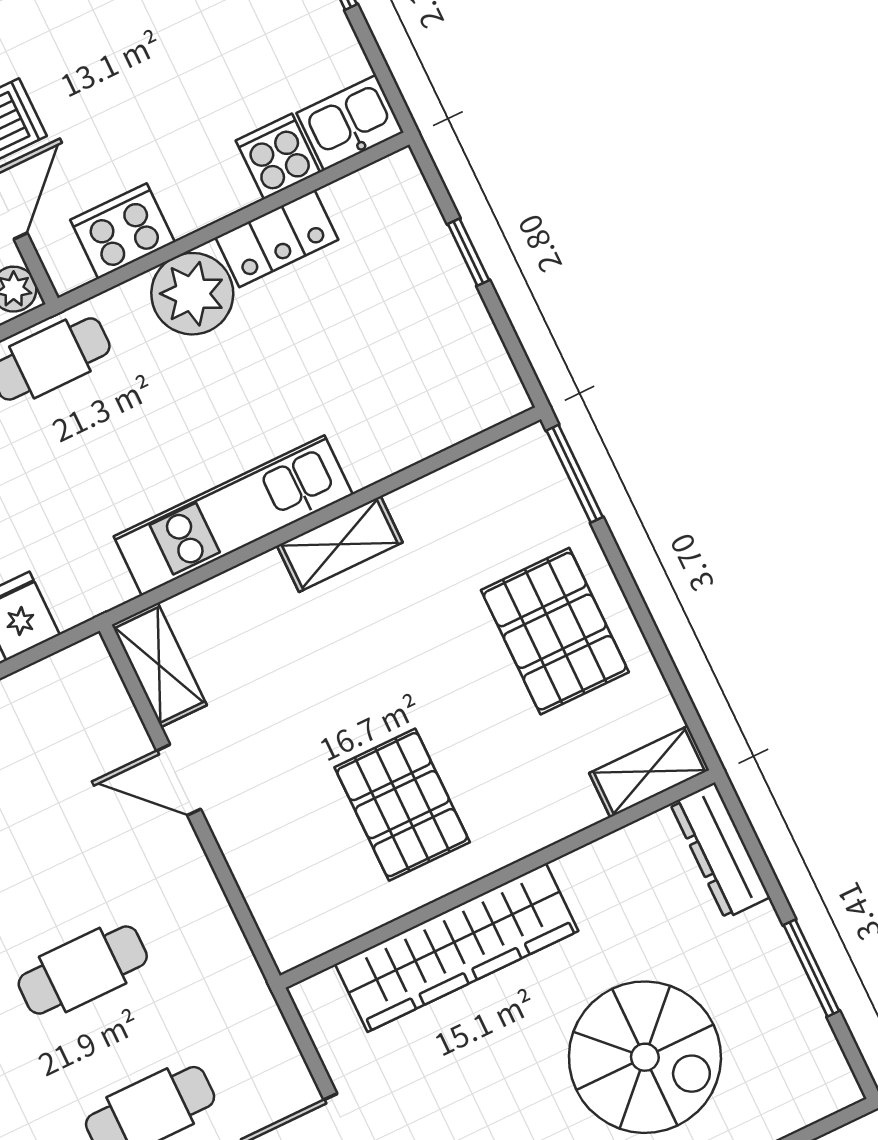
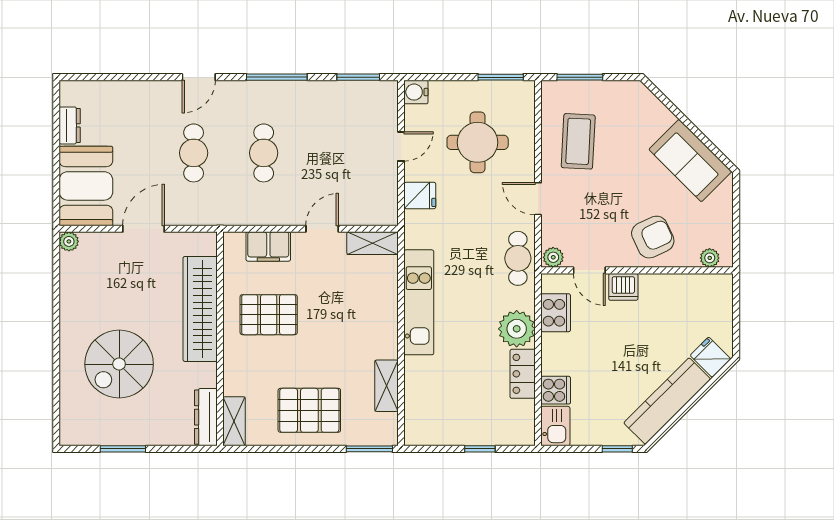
shelving: (340, 544) -> (387, 386), moved
dresser: (720, 850) -> (206, 417), moved, turned -90
filing cabinet: (266, 871) -> (268, 246), added

